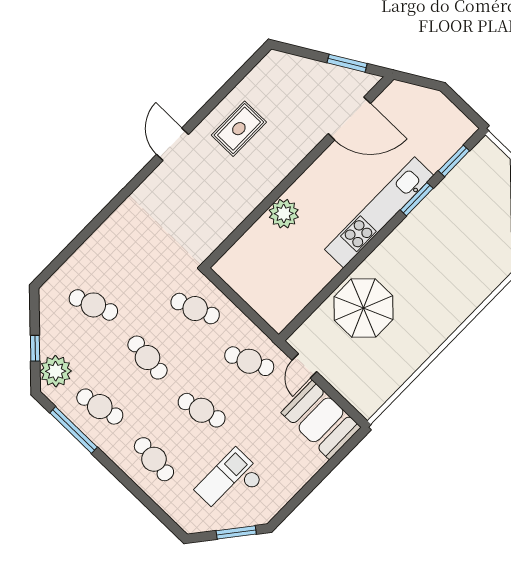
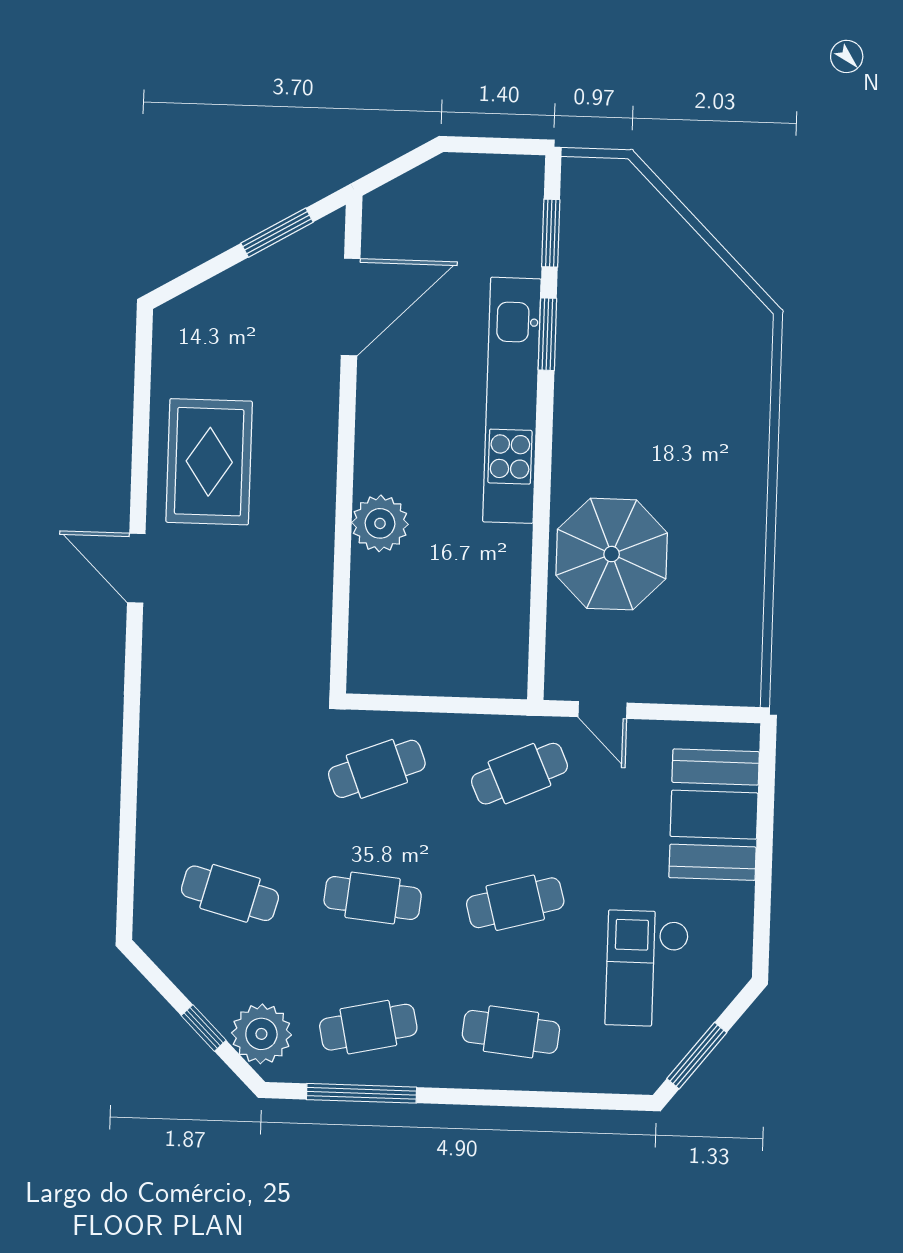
rug: (239, 129) -> (209, 462), width x1.36, depth x1.43
cafe table: (93, 305) -> (230, 893), turned 36
booth: (321, 420) -> (714, 815), moved, turned 90
window: (236, 532) -> (697, 1056), moved

